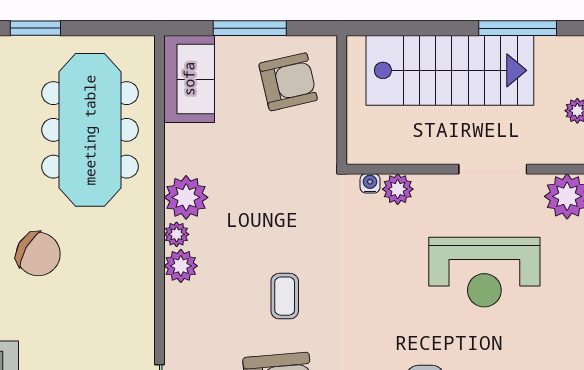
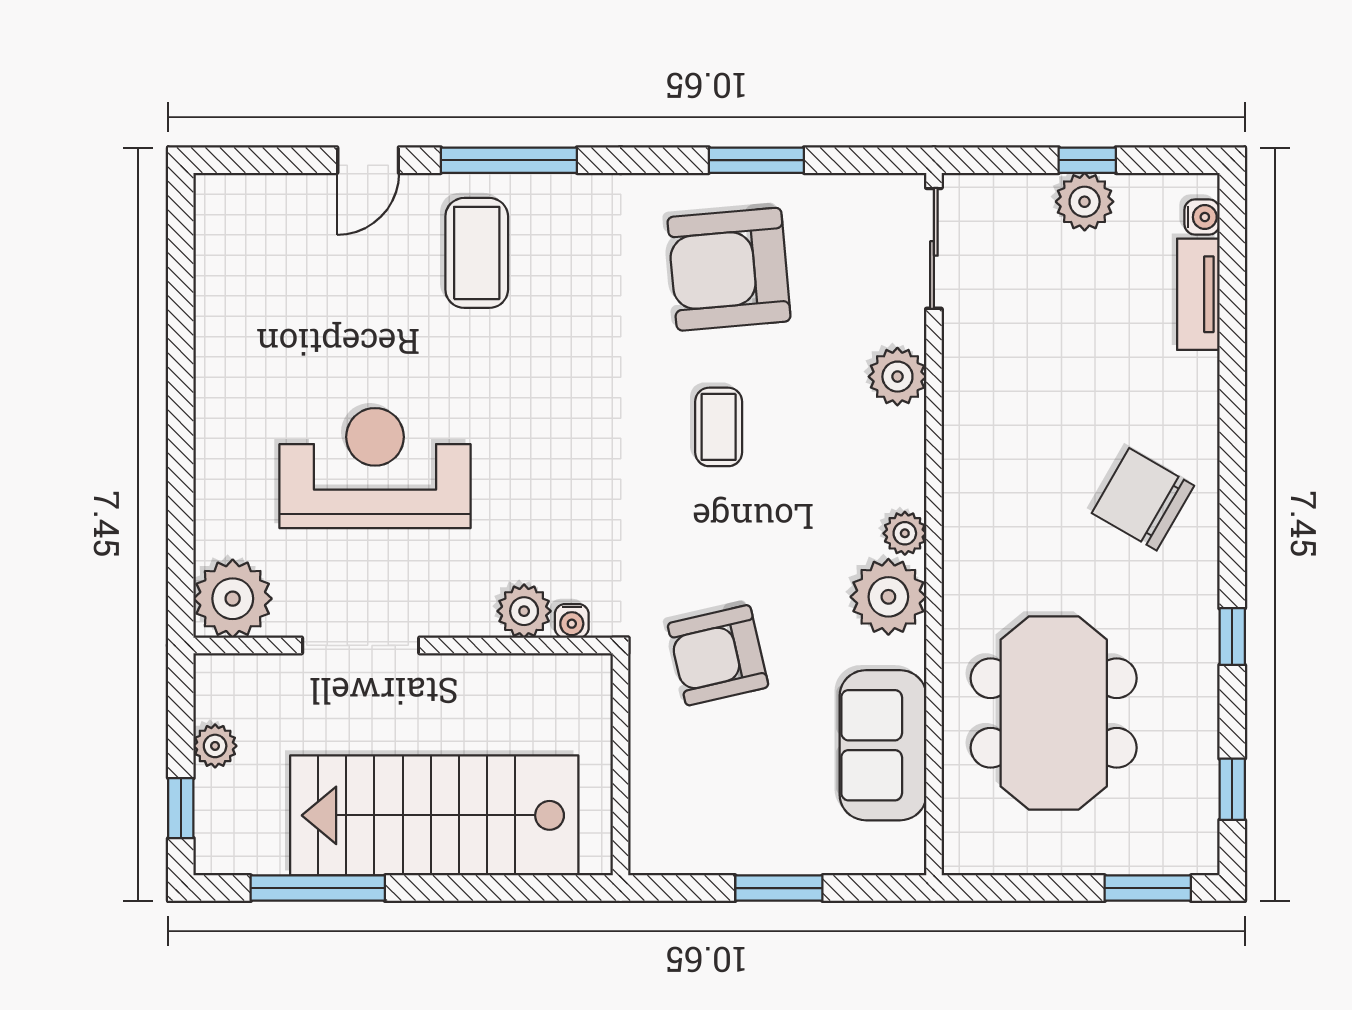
window: (250, 28) -> (779, 888), width x0.69
sofa: (189, 79) -> (883, 745), moved
armchair: (288, 82) -> (718, 655), moved
meeting table: (90, 130) -> (1054, 713), width x0.73
plant: (181, 266) -> (897, 377), moved

